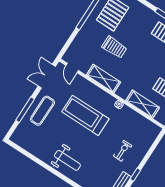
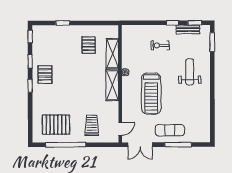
trolley: (114, 47) -> (92, 125), moved
shelving: (104, 79) -> (112, 85), moved
weight bench: (67, 160) -> (190, 72), moved

